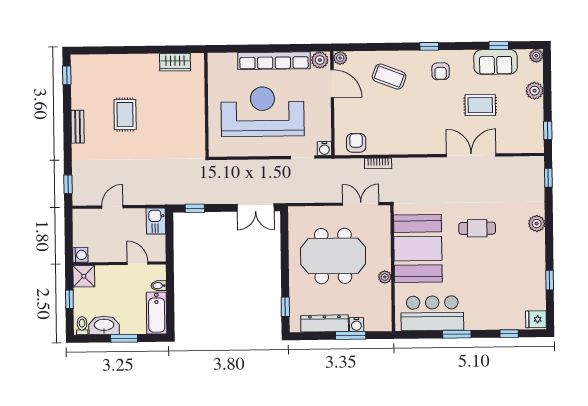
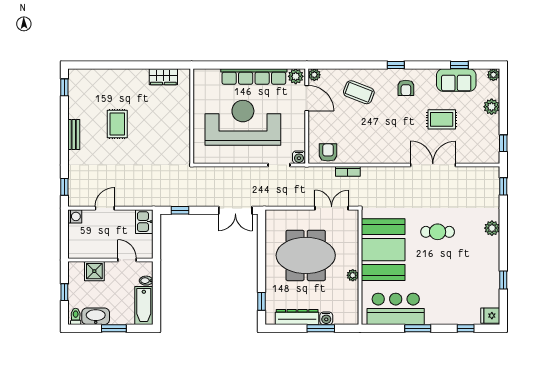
washing machine: (80, 255) -> (75, 216), moved
shower: (84, 276) -> (94, 271), moved

